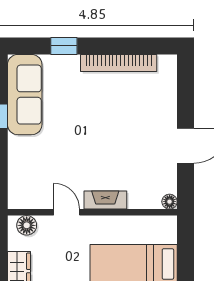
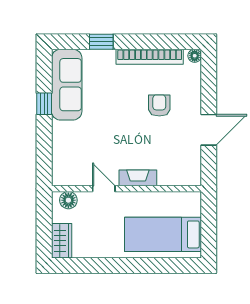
armchair: (129, 118) -> (159, 105), added
floor lamp: (170, 202) -> (195, 56), moved

